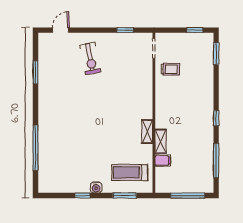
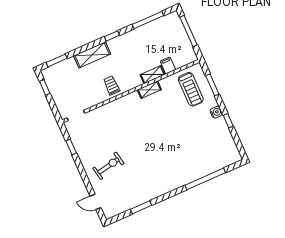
trolley: (170, 69) -> (112, 85), moved
shelving: (206, 91) -> (92, 55), added

